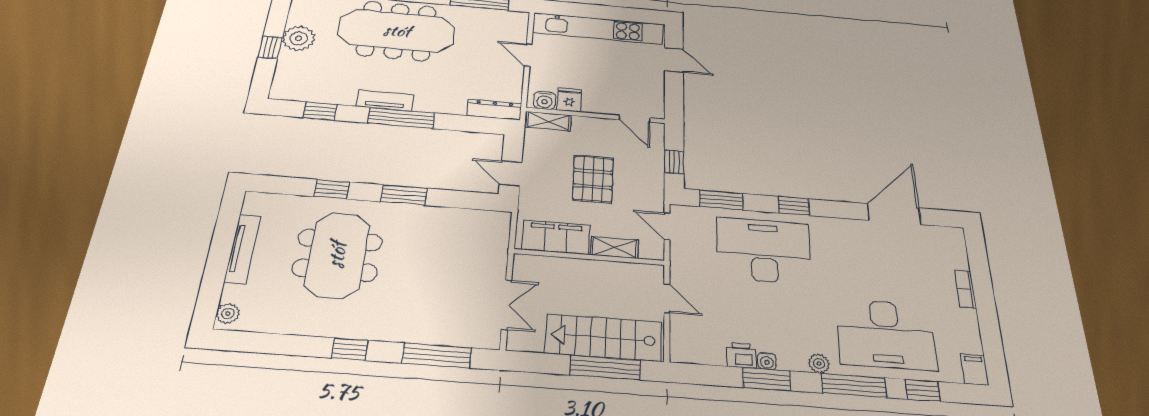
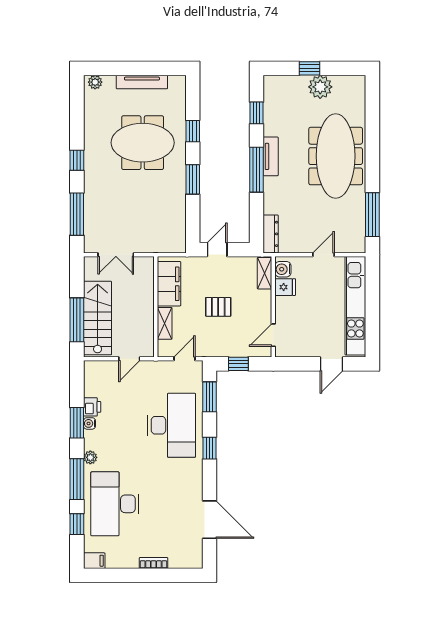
pallet: (593, 179) -> (218, 307), width x0.67, depth x0.71

